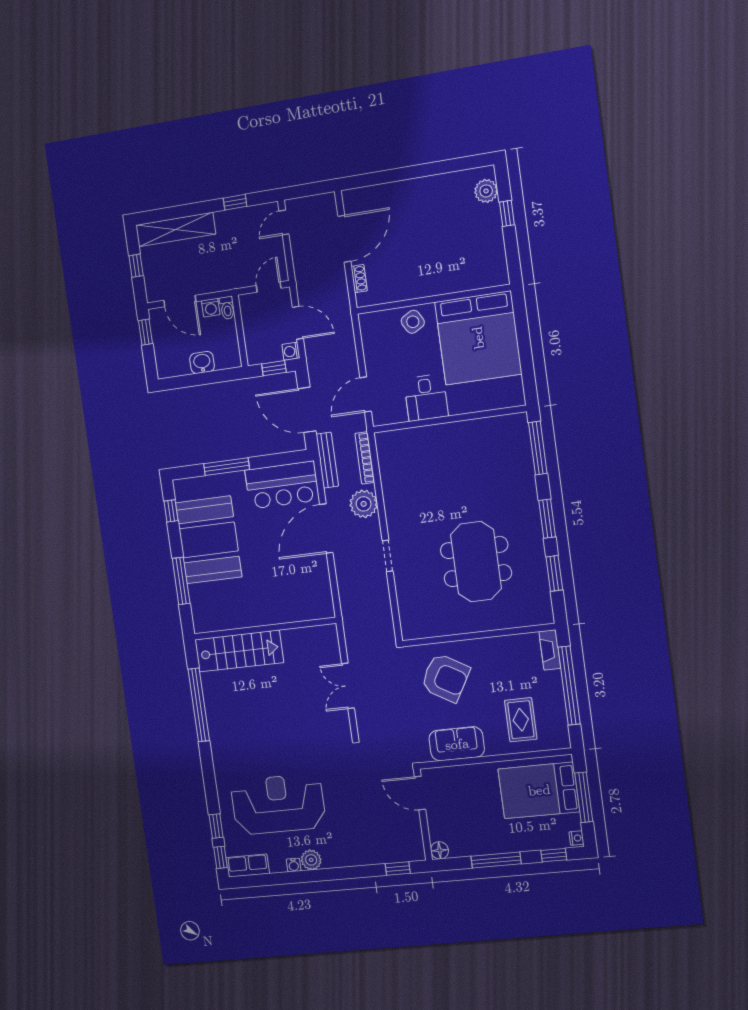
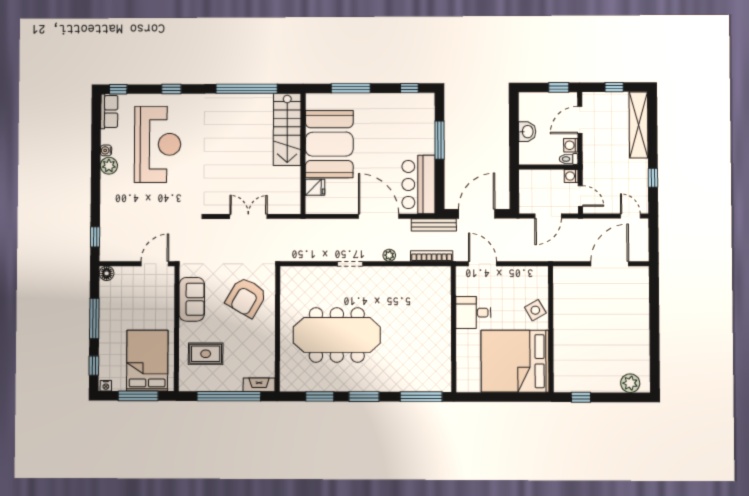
window: (507, 213) -> (581, 397), moved
door: (344, 239) -> (610, 264), swing flipped
shoe rack: (359, 279) -> (576, 271), removed
washing machine: (291, 351) -> (571, 176), moved, turned -90
window: (274, 368) -> (514, 191), removed
plant: (364, 504) -> (389, 255), width x0.53, depth x0.53
booth: (209, 540) -> (329, 144), moved, turned 90
meeting table: (476, 562) -> (337, 335), width x1.36
fridge: (302, 609) -> (315, 187), added
window: (216, 826) -> (171, 89), moved

